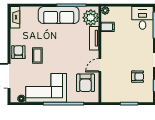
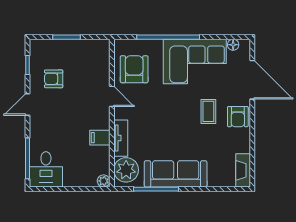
filing cabinet: (108, 27) -> (100, 138), moved
door: (100, 65) -> (112, 96), hinge flipped

